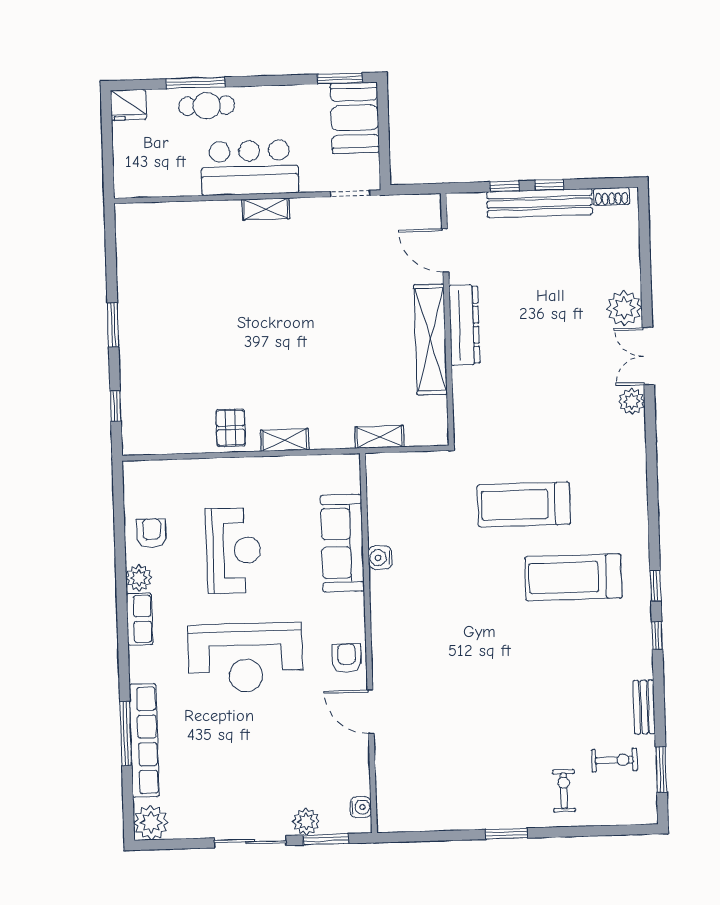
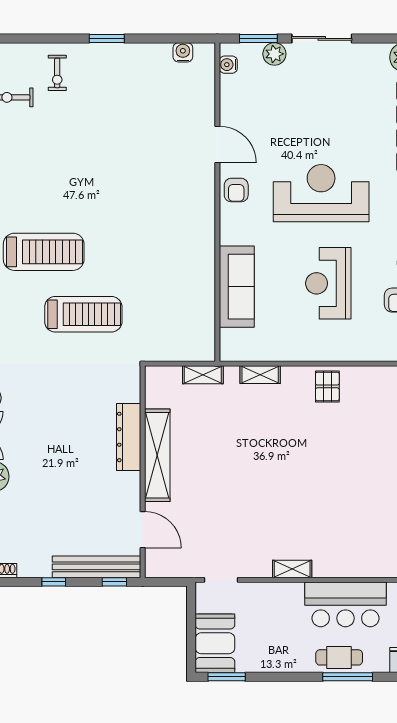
bar counter: (250, 167) -> (346, 604), moved
window: (504, 186) -> (114, 582), moved
bench: (539, 203) -> (97, 567), moved
dresser: (464, 325) -> (129, 437), moved
shelving: (285, 440) -> (260, 375), moved
water cooler: (380, 558) -> (183, 52), moved, turned -90

